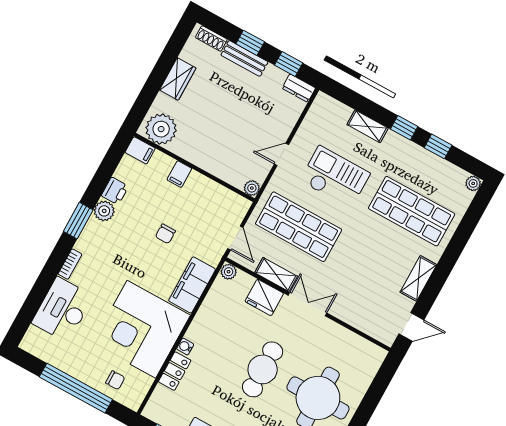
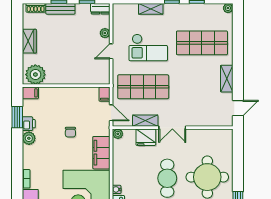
filing cabinet: (179, 174) -> (104, 94), moved
checkout: (335, 177) -> (148, 47), turned 180
plant: (252, 188) -> (105, 33), moved
window: (78, 221) -> (17, 117), moved
double door: (307, 304) -> (172, 128), swing flipped

